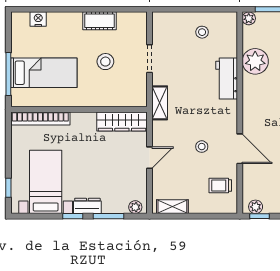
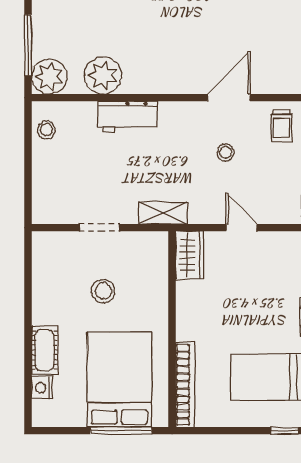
plant: (249, 18) -> (49, 77), width x1.87, depth x1.87
cot: (99, 21) -> (45, 350), moved
stool: (202, 32) -> (46, 130), moved
bed: (44, 73) -> (119, 380), width x1.50
wardrobe: (122, 122) -> (190, 255), width x0.67

